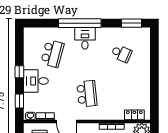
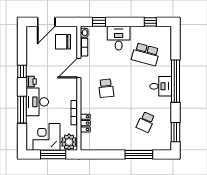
window: (154, 60) -> (139, 155), added
window: (19, 72) -> (150, 22), moved
school desk: (87, 94) -> (106, 88), width x0.54
locker: (134, 115) -> (85, 123), moved

